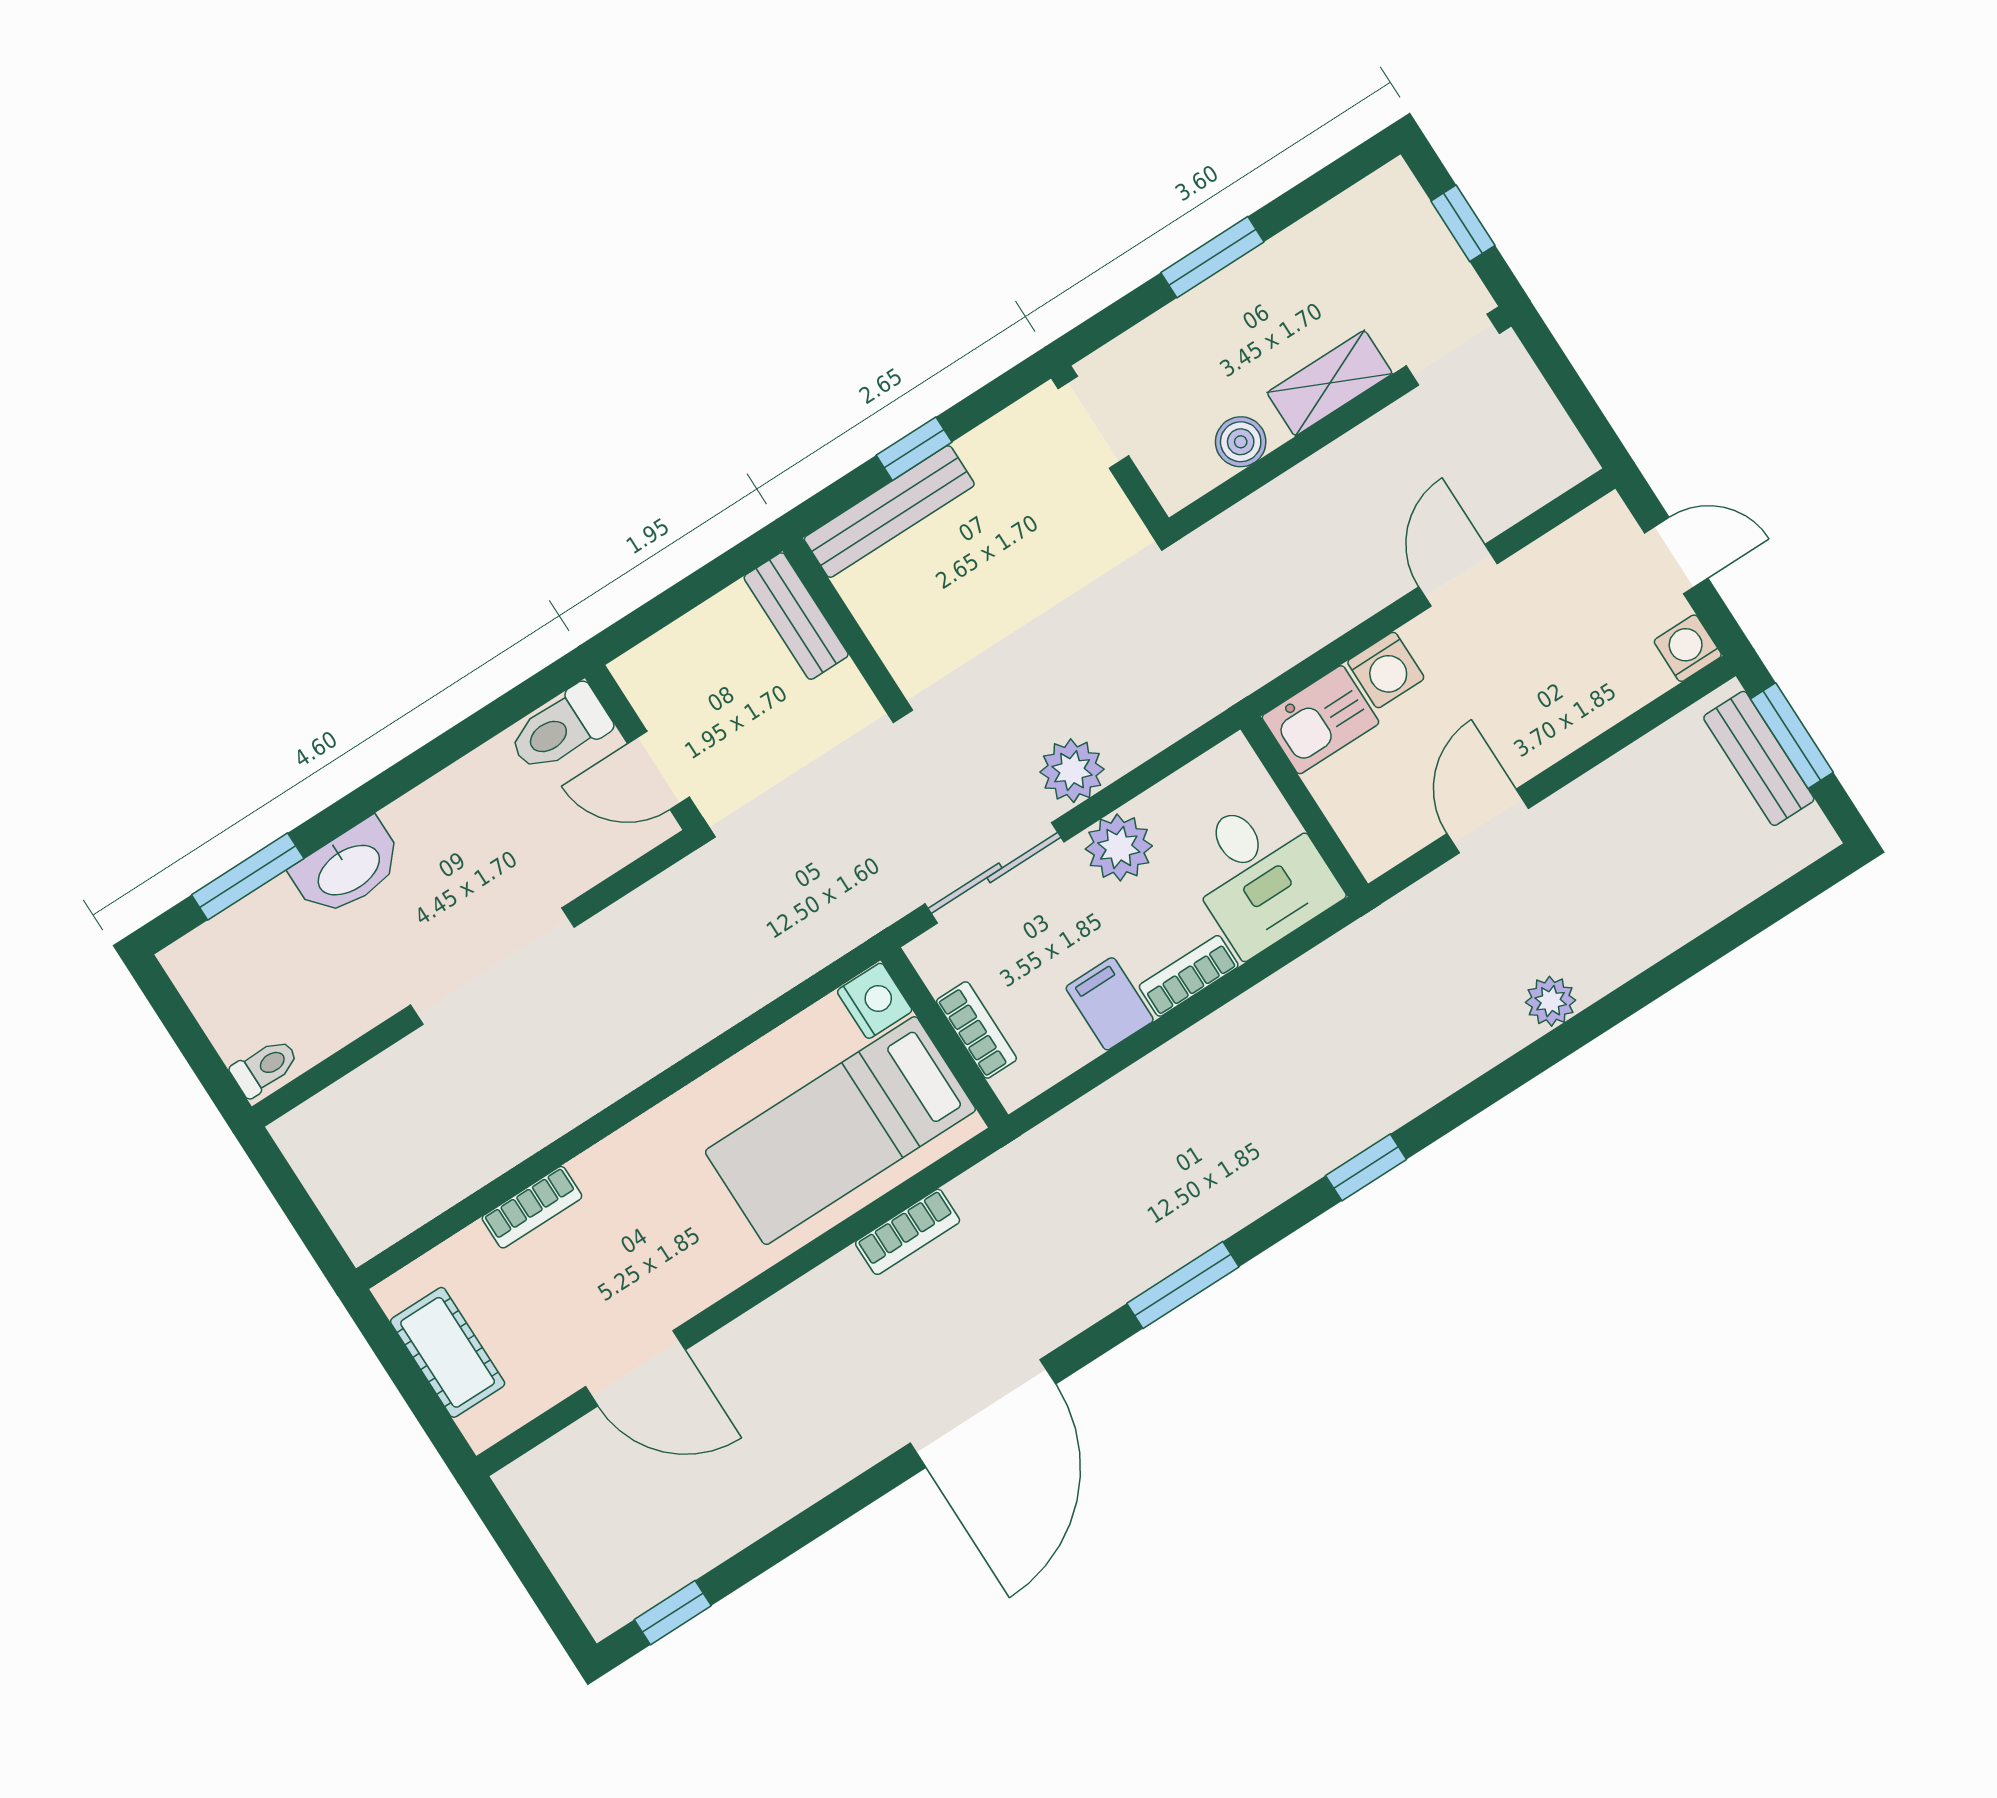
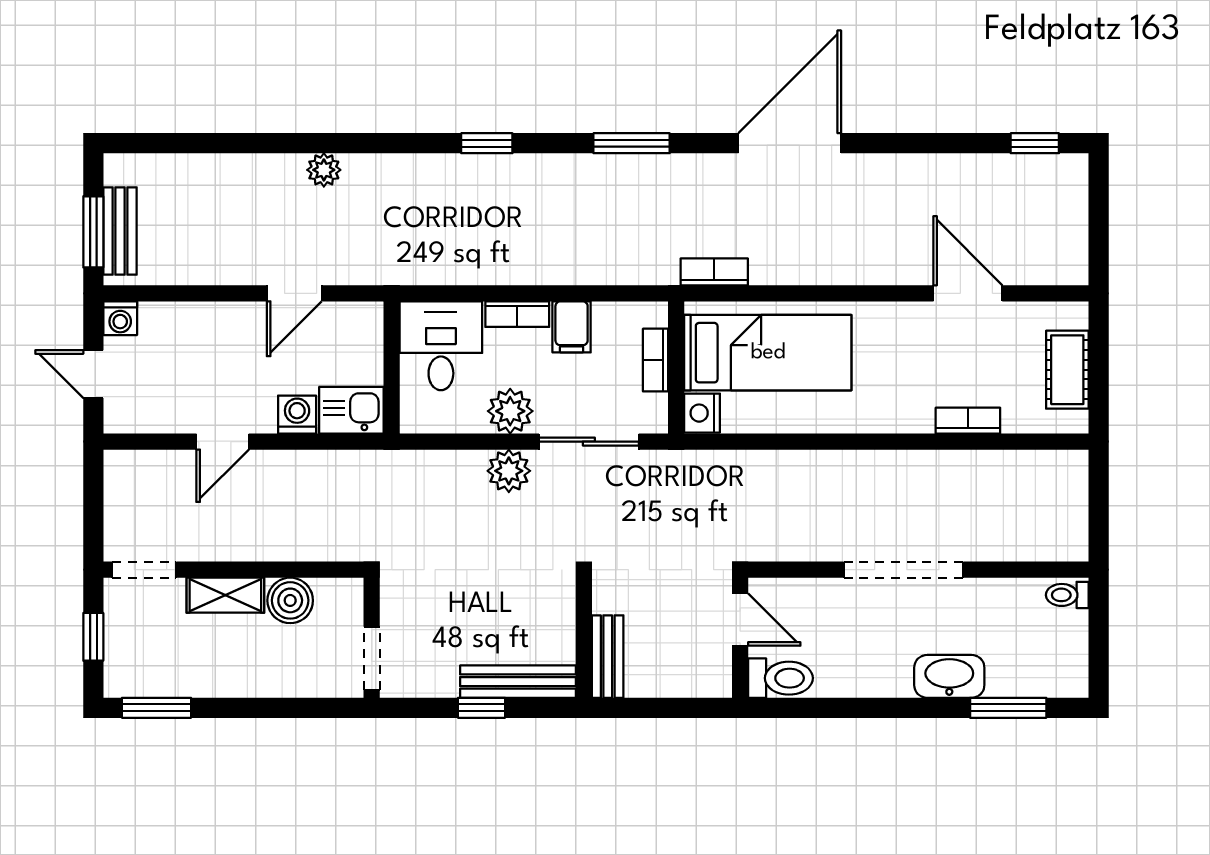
window: (1212, 257) -> (157, 708), moved
boiler: (1241, 442) -> (290, 600), width x1.36, depth x1.36
bookcase: (908, 1232) -> (714, 272), moved

